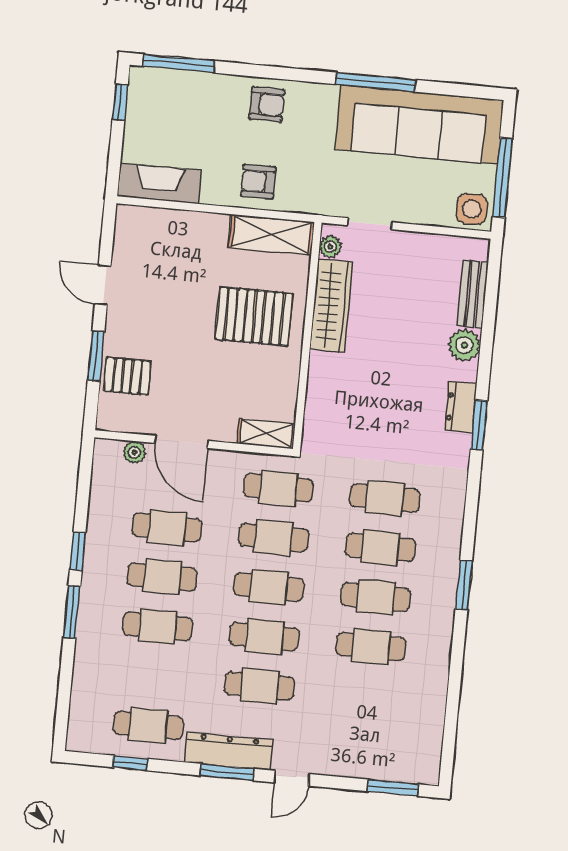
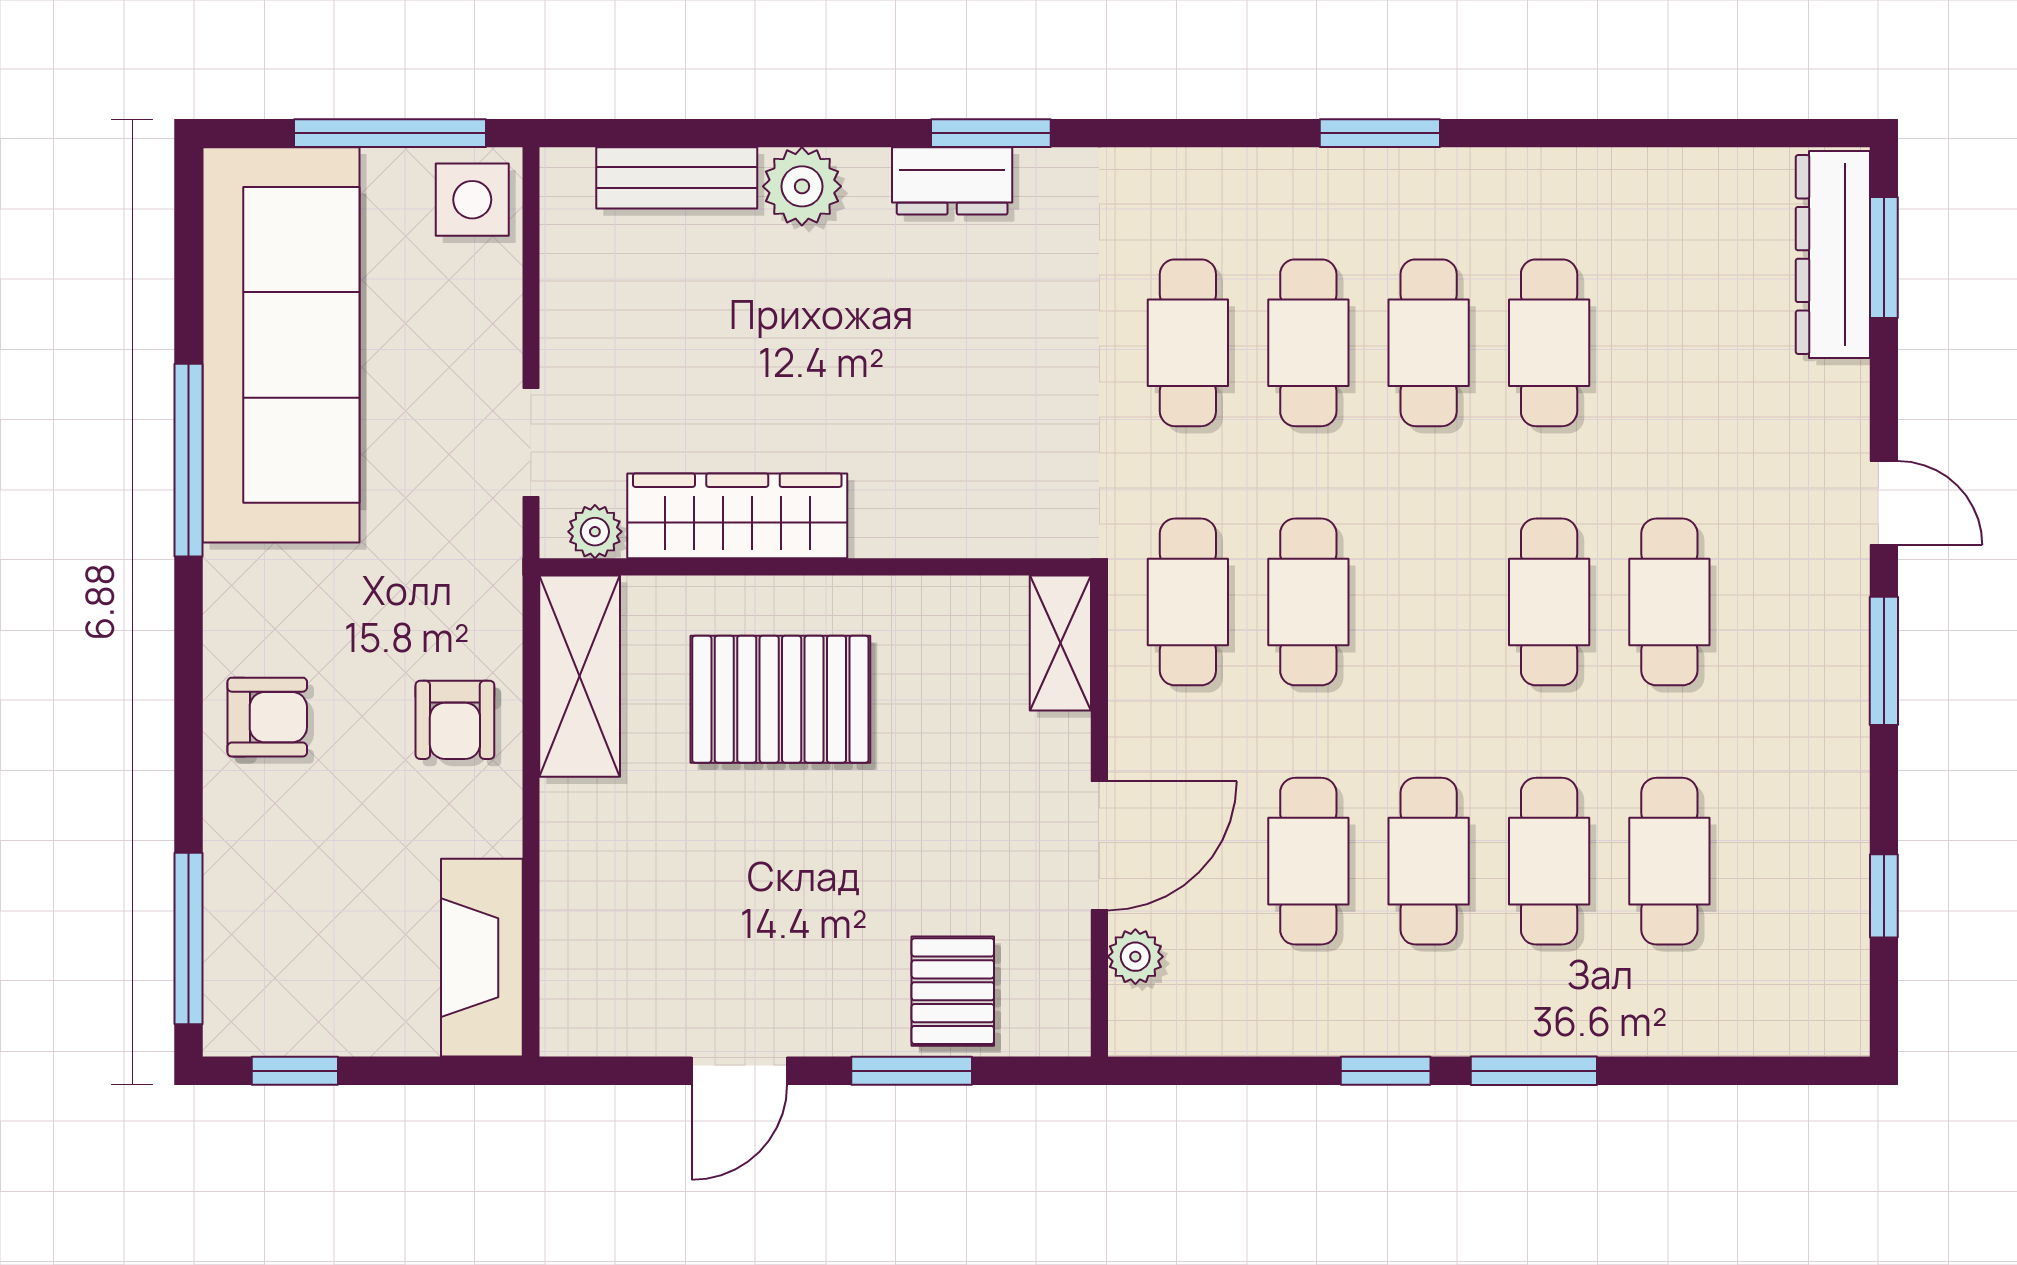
armchair: (267, 104) -> (267, 717), turned 90
pallet: (254, 316) -> (780, 699), turned 90
cafe table: (269, 587) -> (1429, 602), removed
cafe table: (148, 726) -> (1669, 861), moved
dresser: (229, 751) -> (1833, 254), moved

